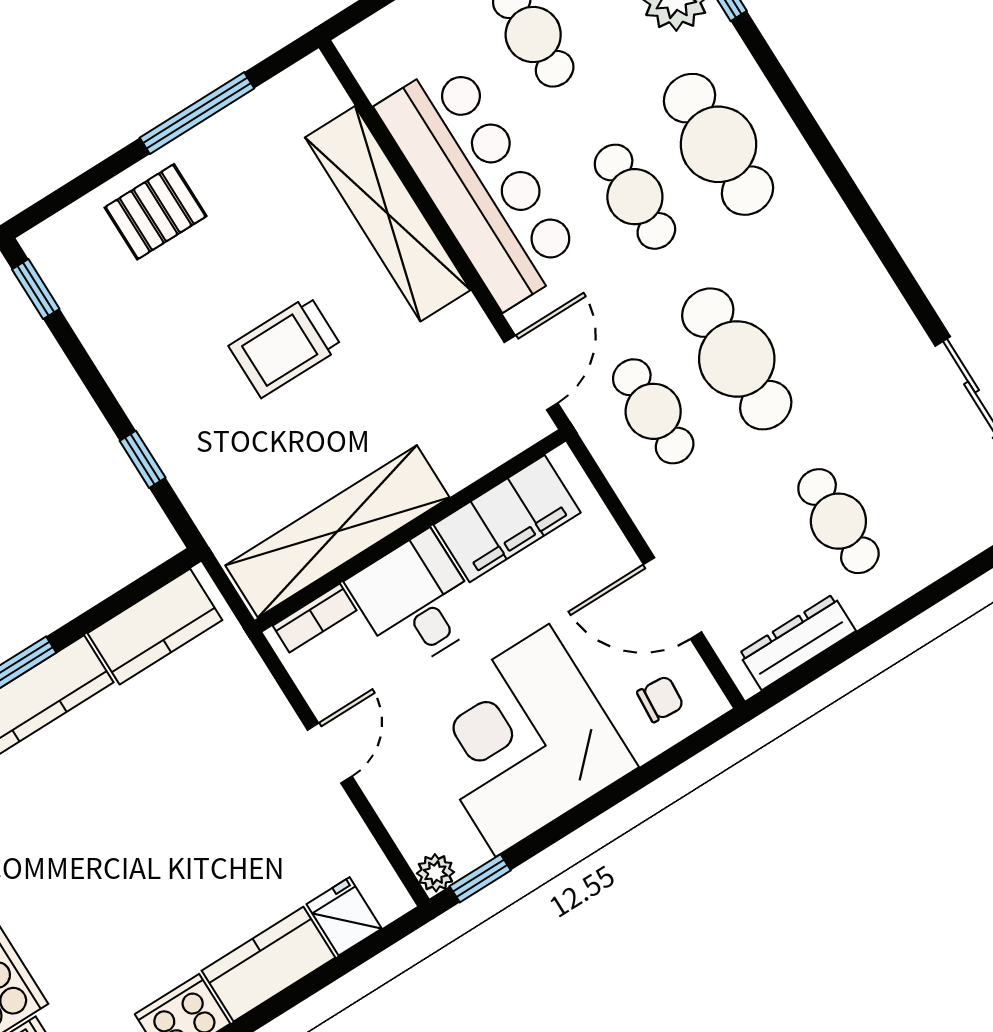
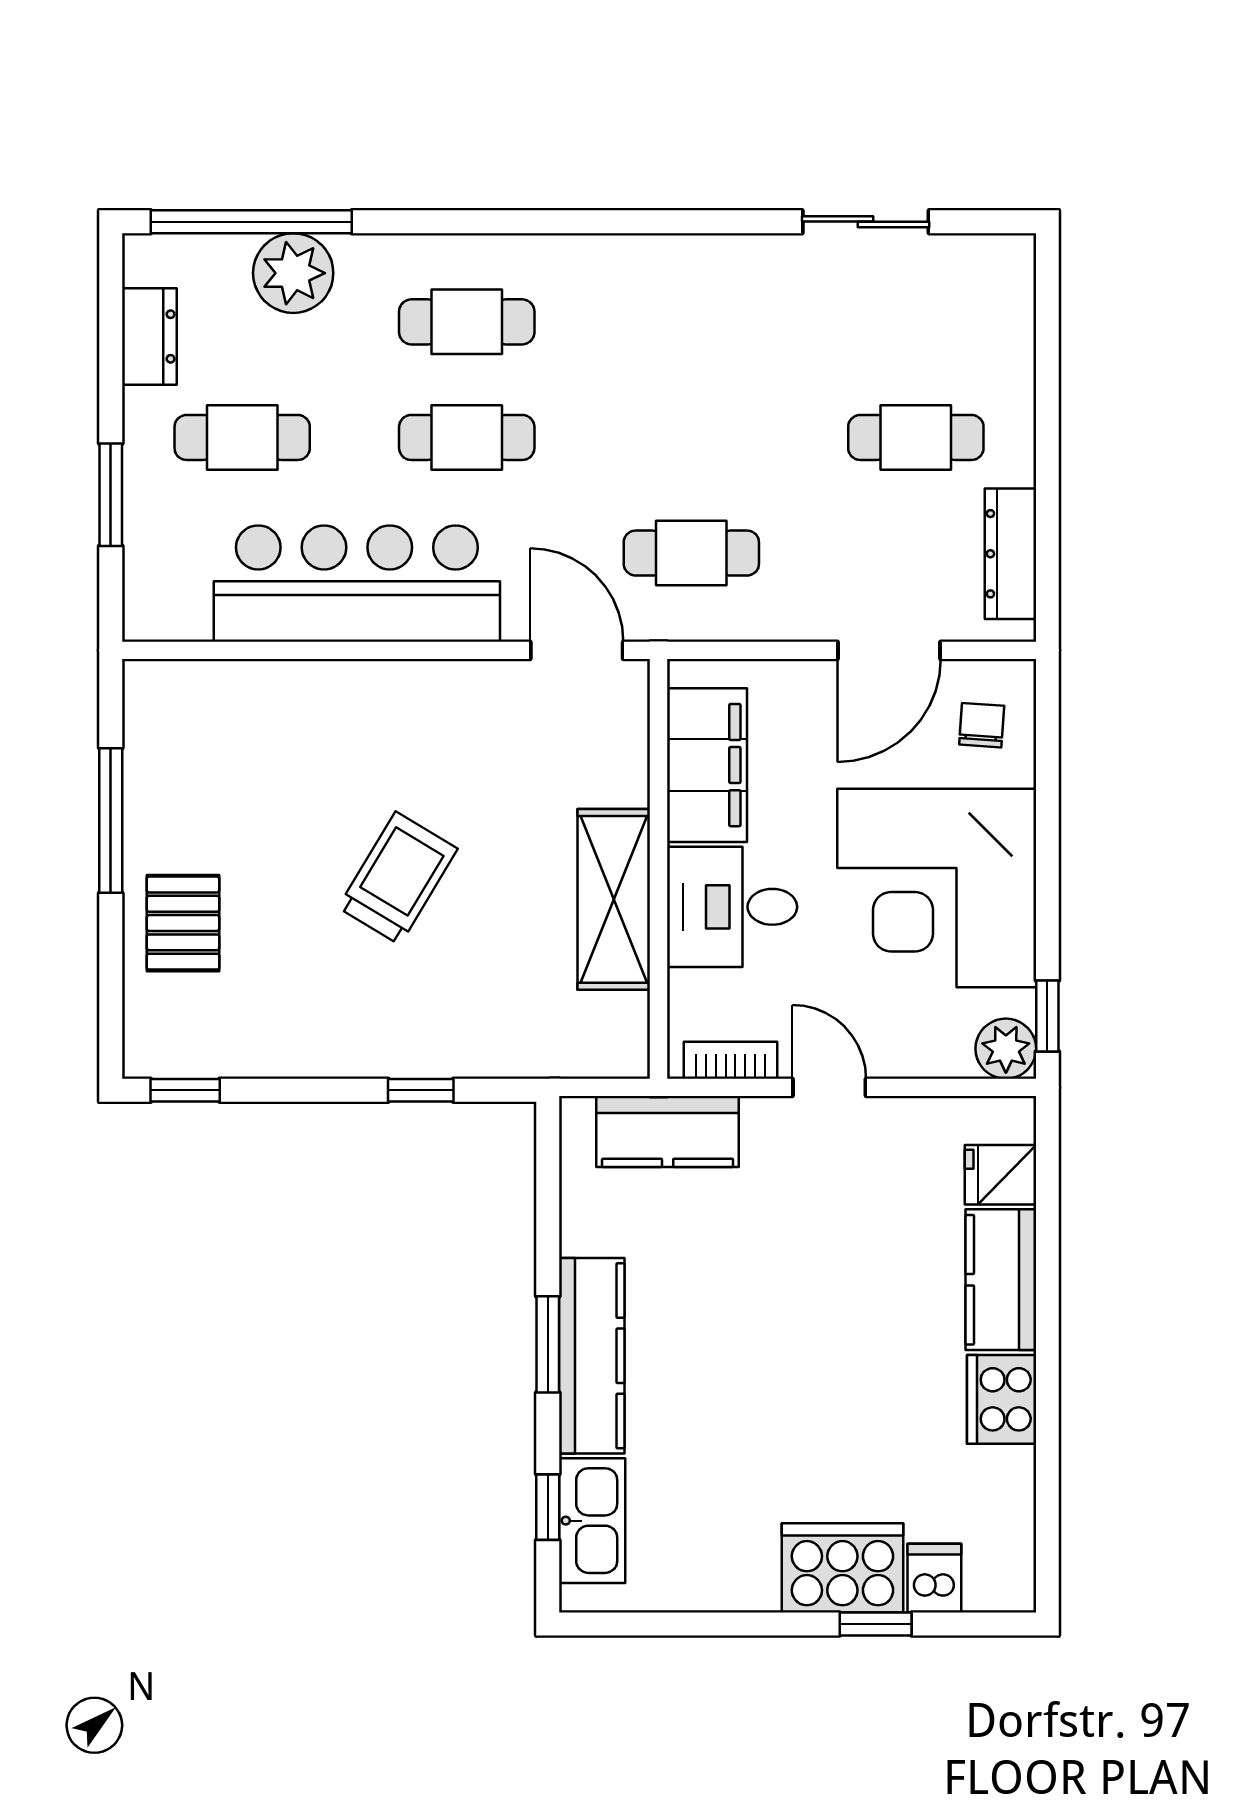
cafe table: (718, 144) -> (467, 322), width x0.73, depth x0.74
shelving: (388, 214) -> (330, 694), removed
trolley: (285, 347) -> (398, 878), turned -149
cafe table: (737, 359) -> (691, 437), removed
shelving: (337, 531) -> (614, 899), width x0.68
bookcase: (315, 618) -> (731, 1060), moved, turned -90
kitchen counter: (155, 627) -> (668, 1132), moved, turned 90
plant: (435, 873) -> (1006, 1049), width x1.38, depth x1.38

